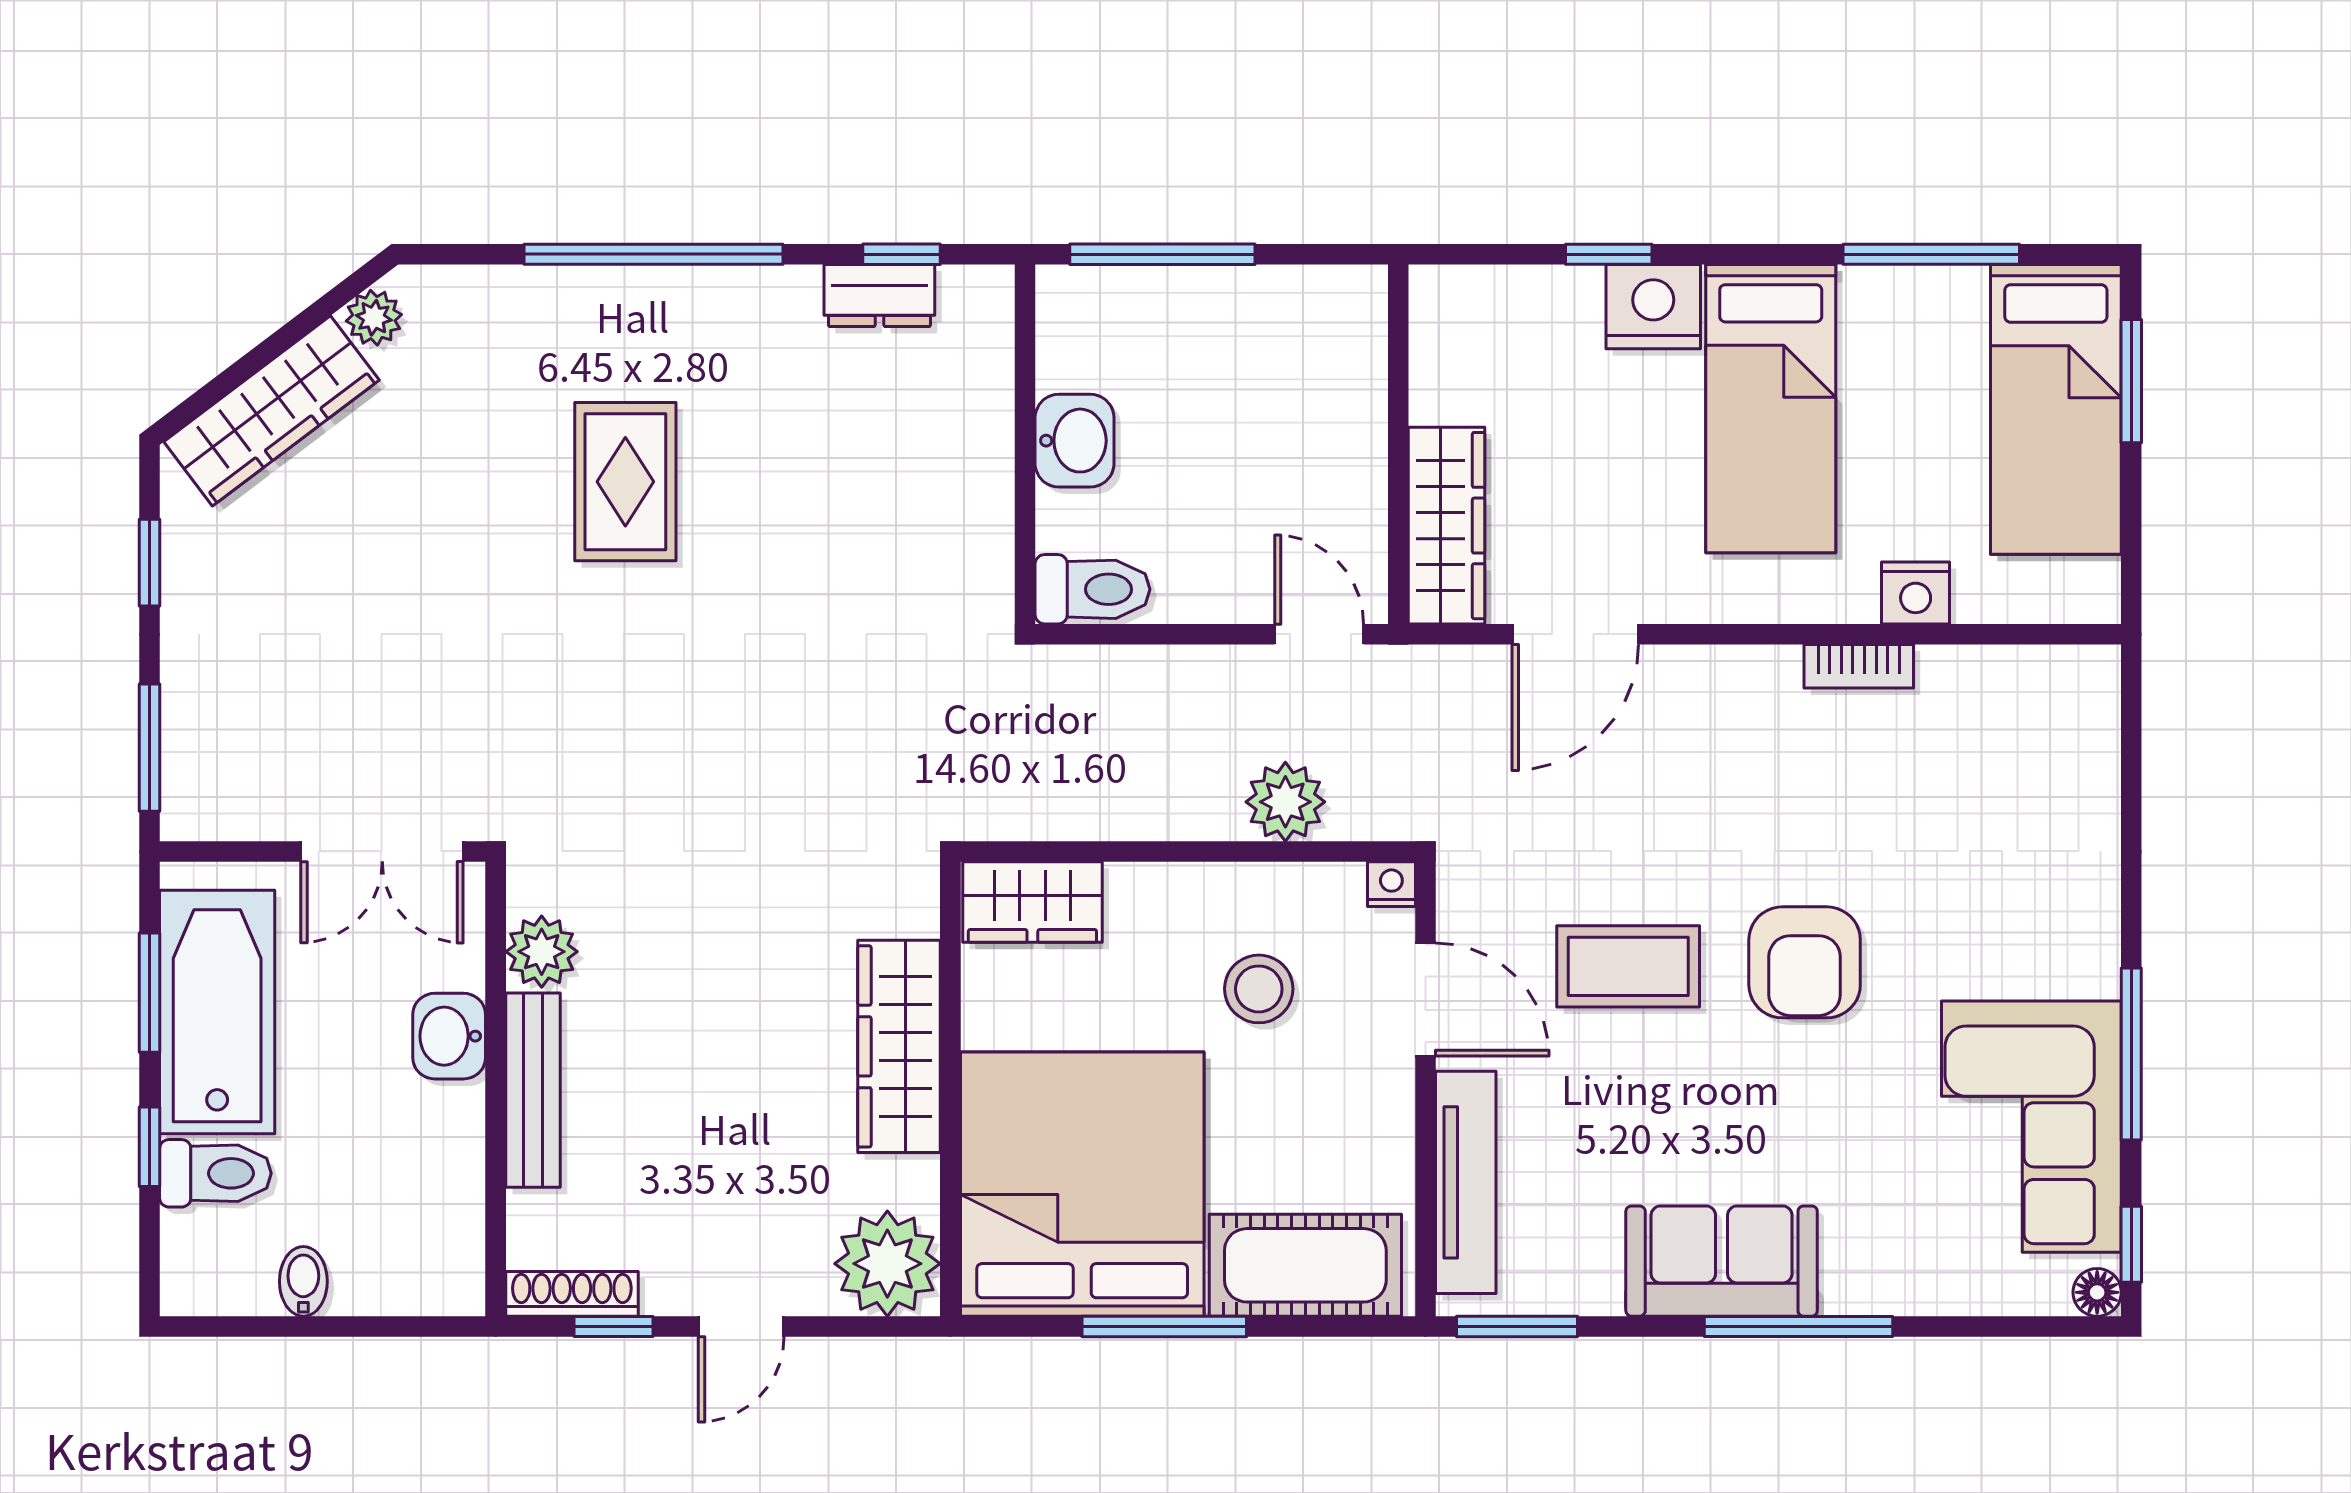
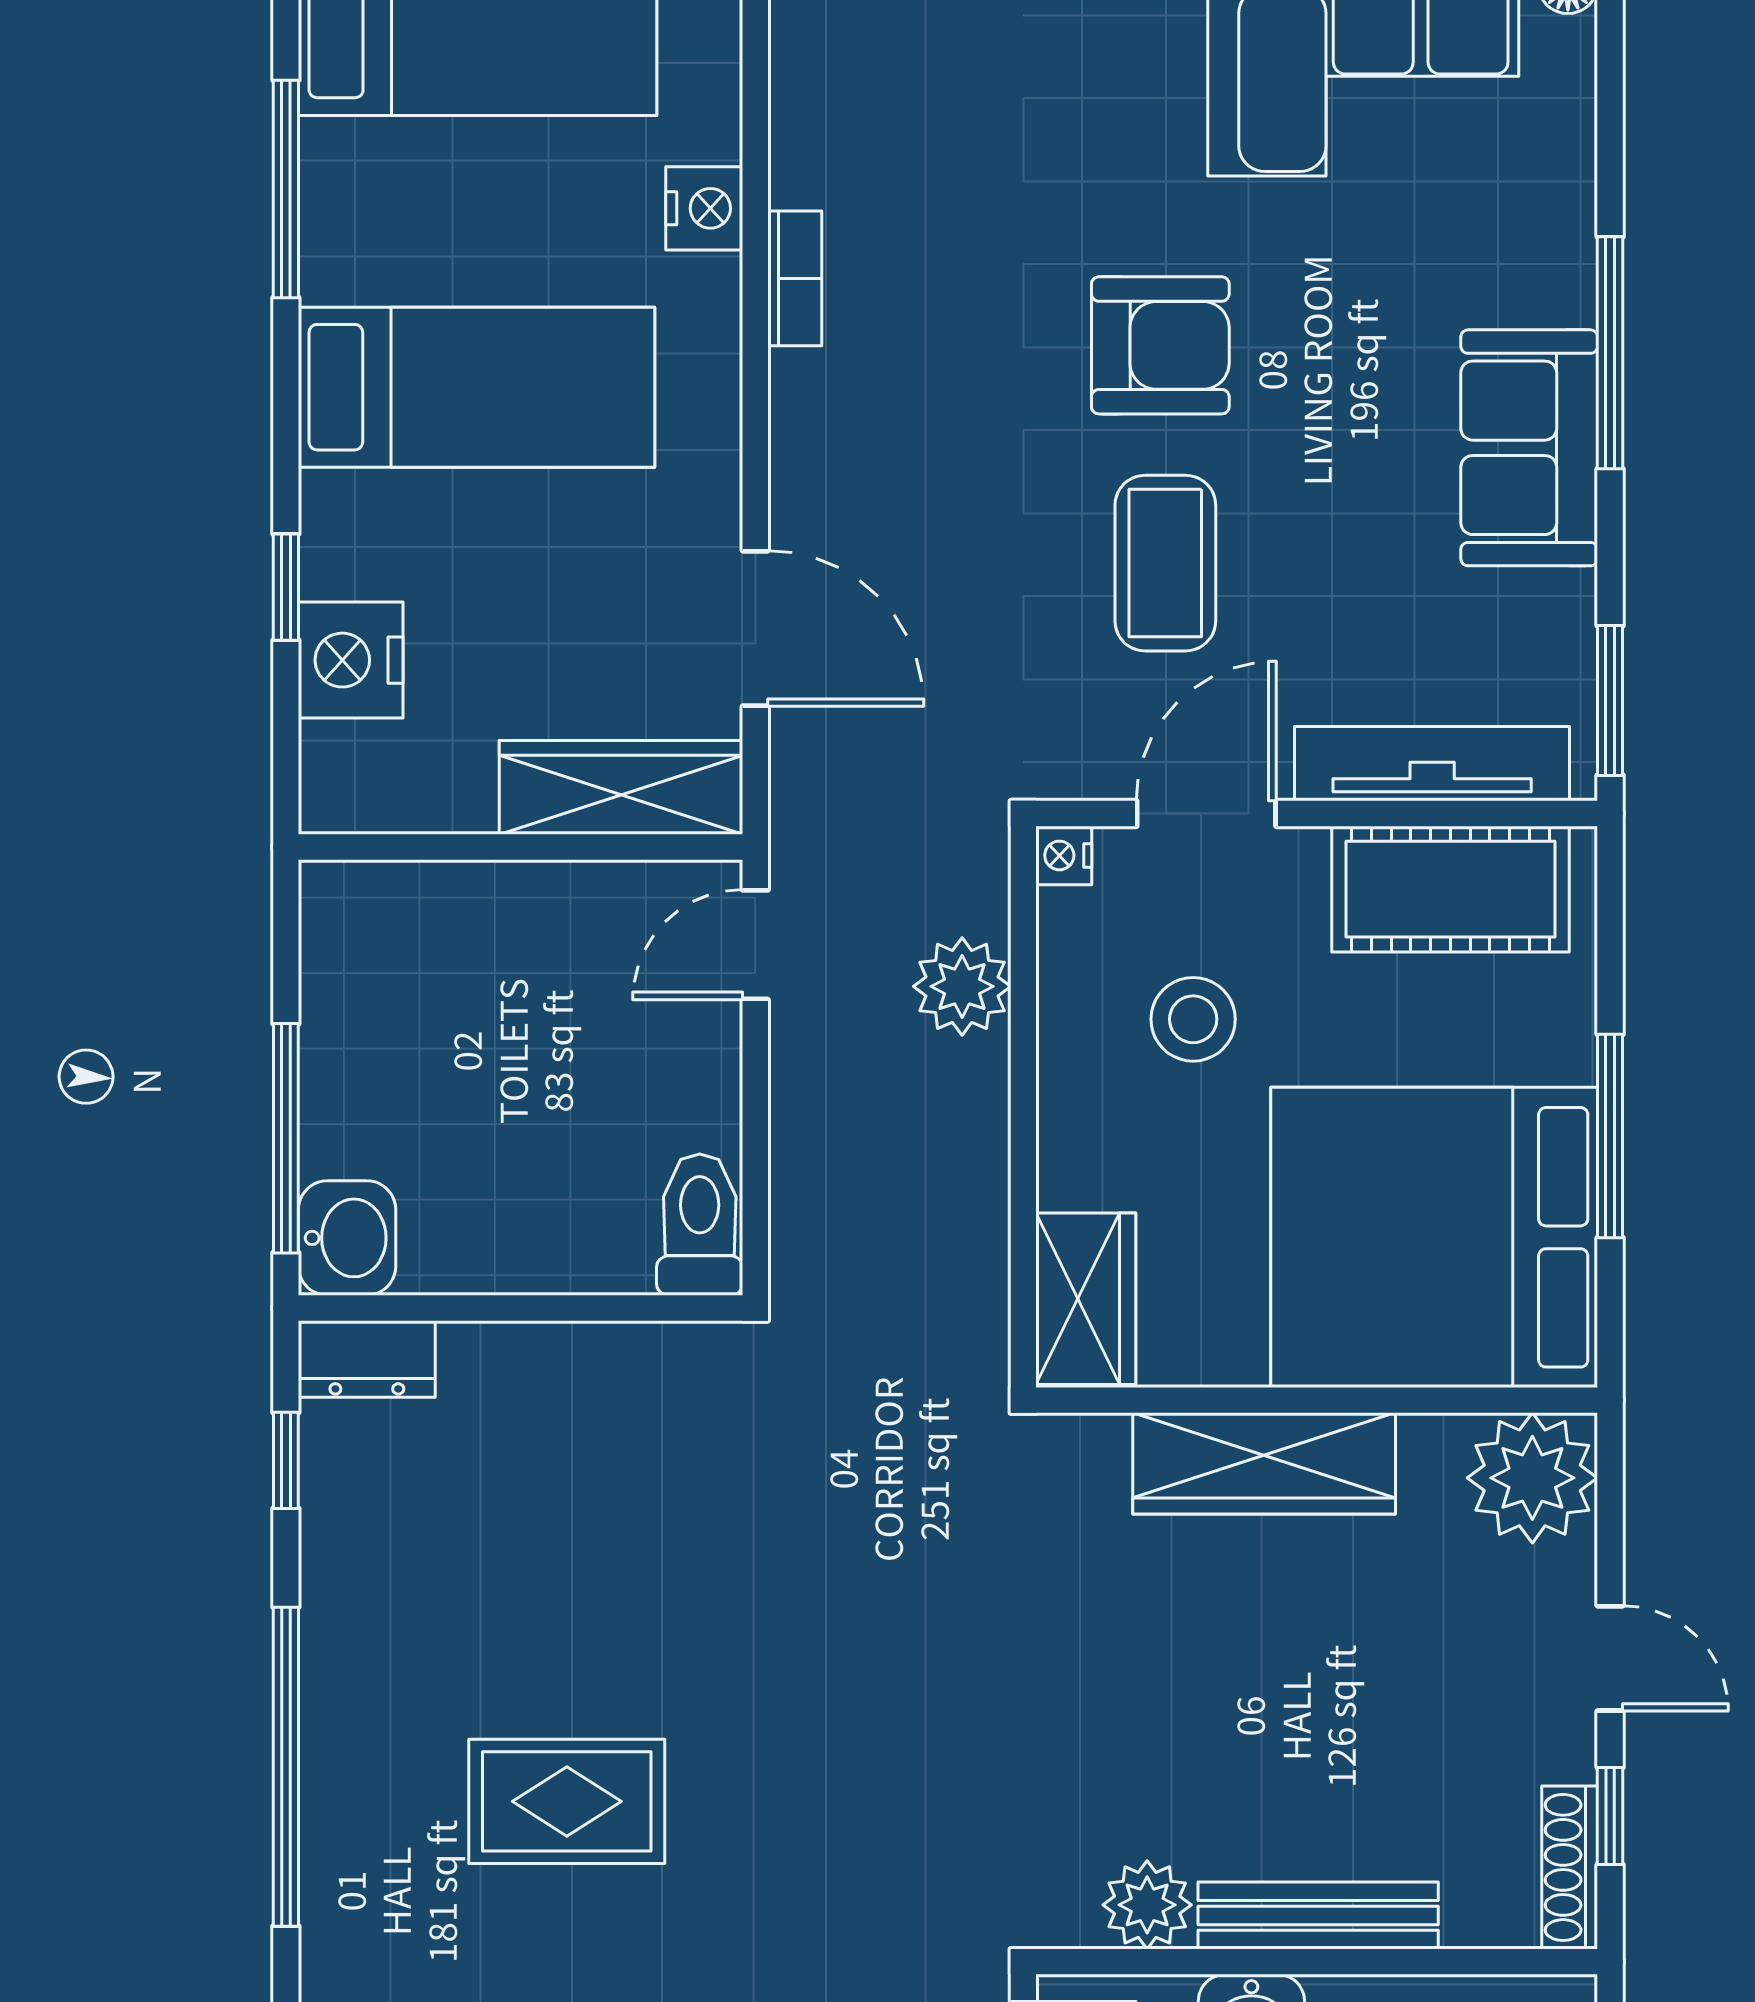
dresser: (879, 295) -> (367, 1359), moved, turned 90
nightstand: (1653, 307) -> (351, 660), moved
washbasin: (1075, 441) -> (347, 1238), moved, turned 90
cot: (1305, 1265) -> (1450, 889), moved, turned 90

